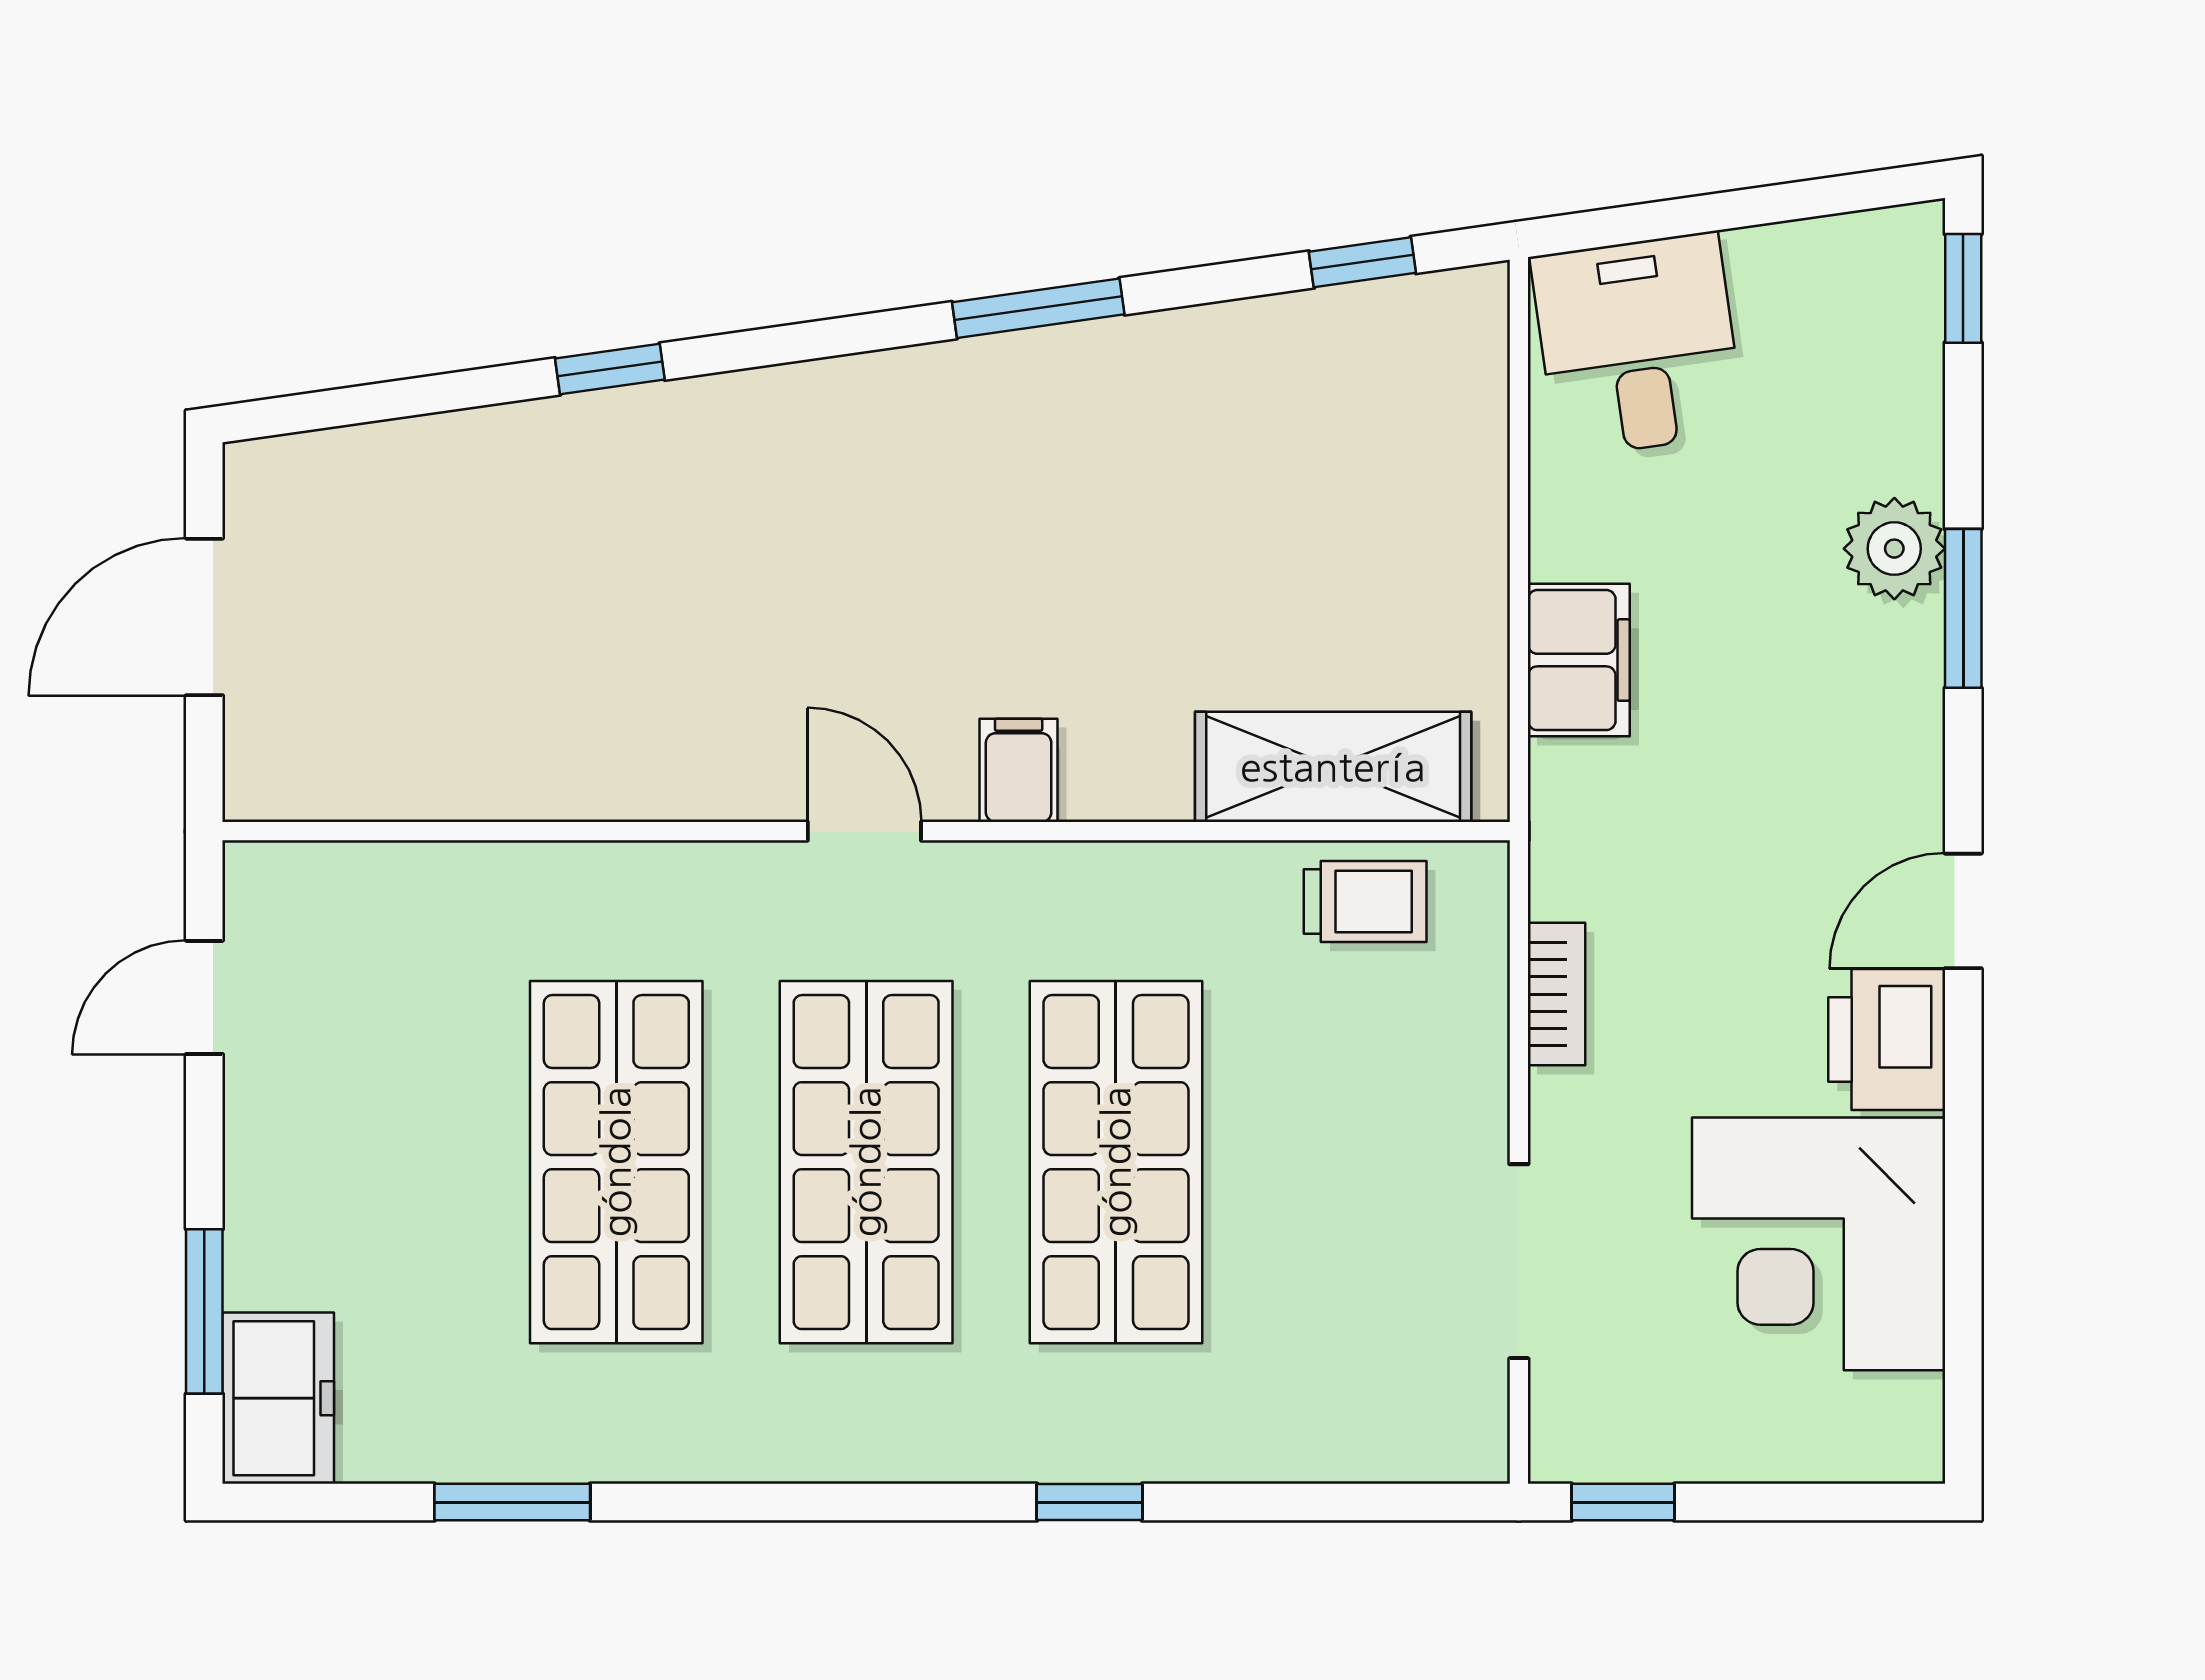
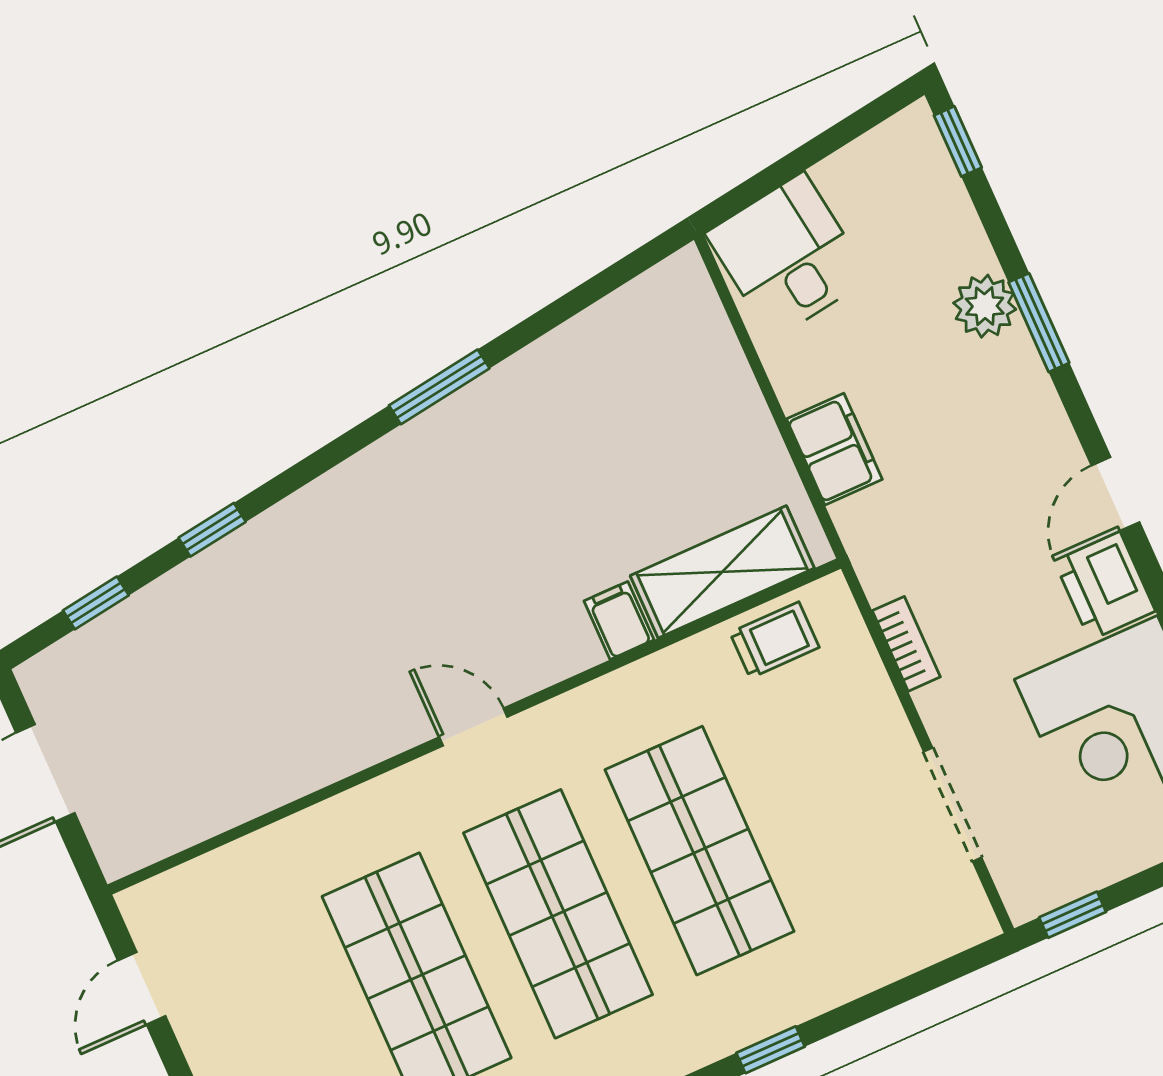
window: (1362, 262) -> (96, 603), moved
filing cabinet: (1019, 770) -> (619, 620), moved

